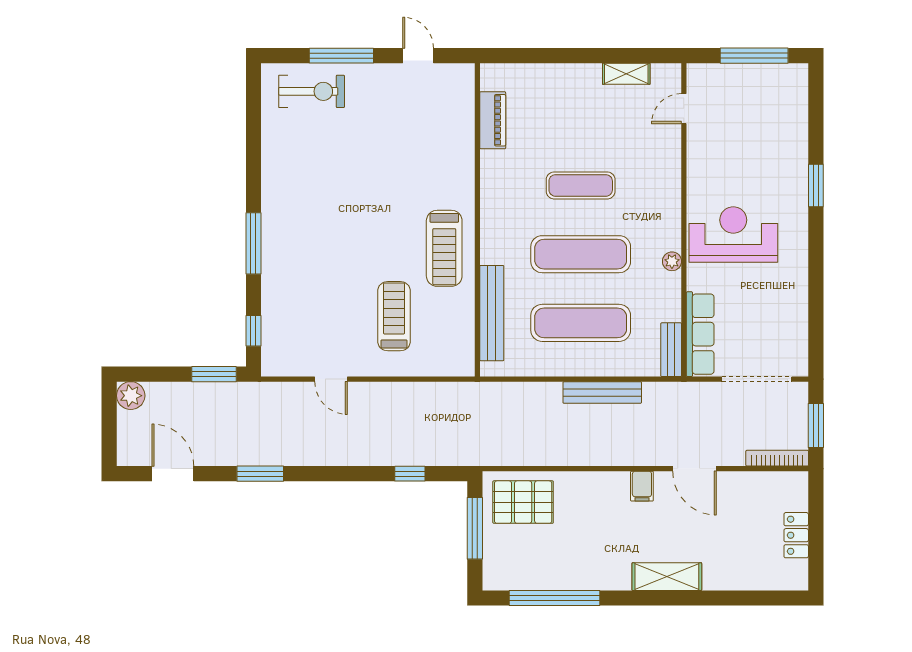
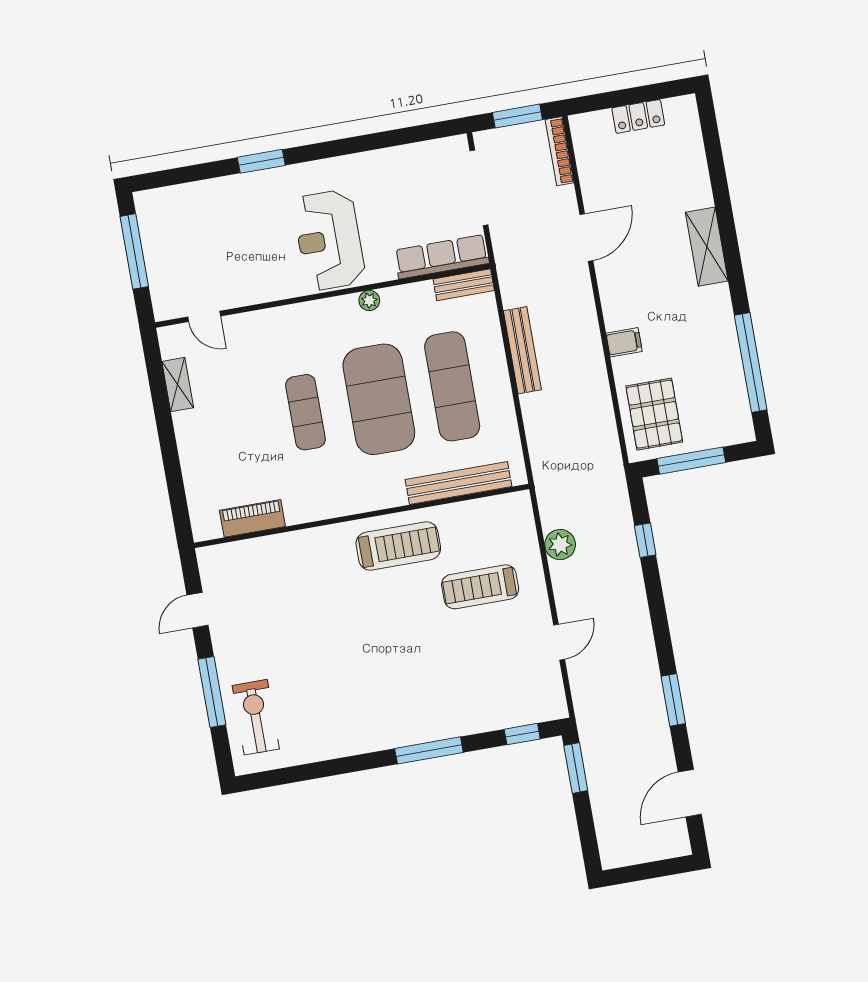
exercise mat: (581, 254) -> (379, 399), width x1.47
plant: (131, 396) -> (560, 545), moved
filing cabinet: (642, 486) -> (624, 342), moved

